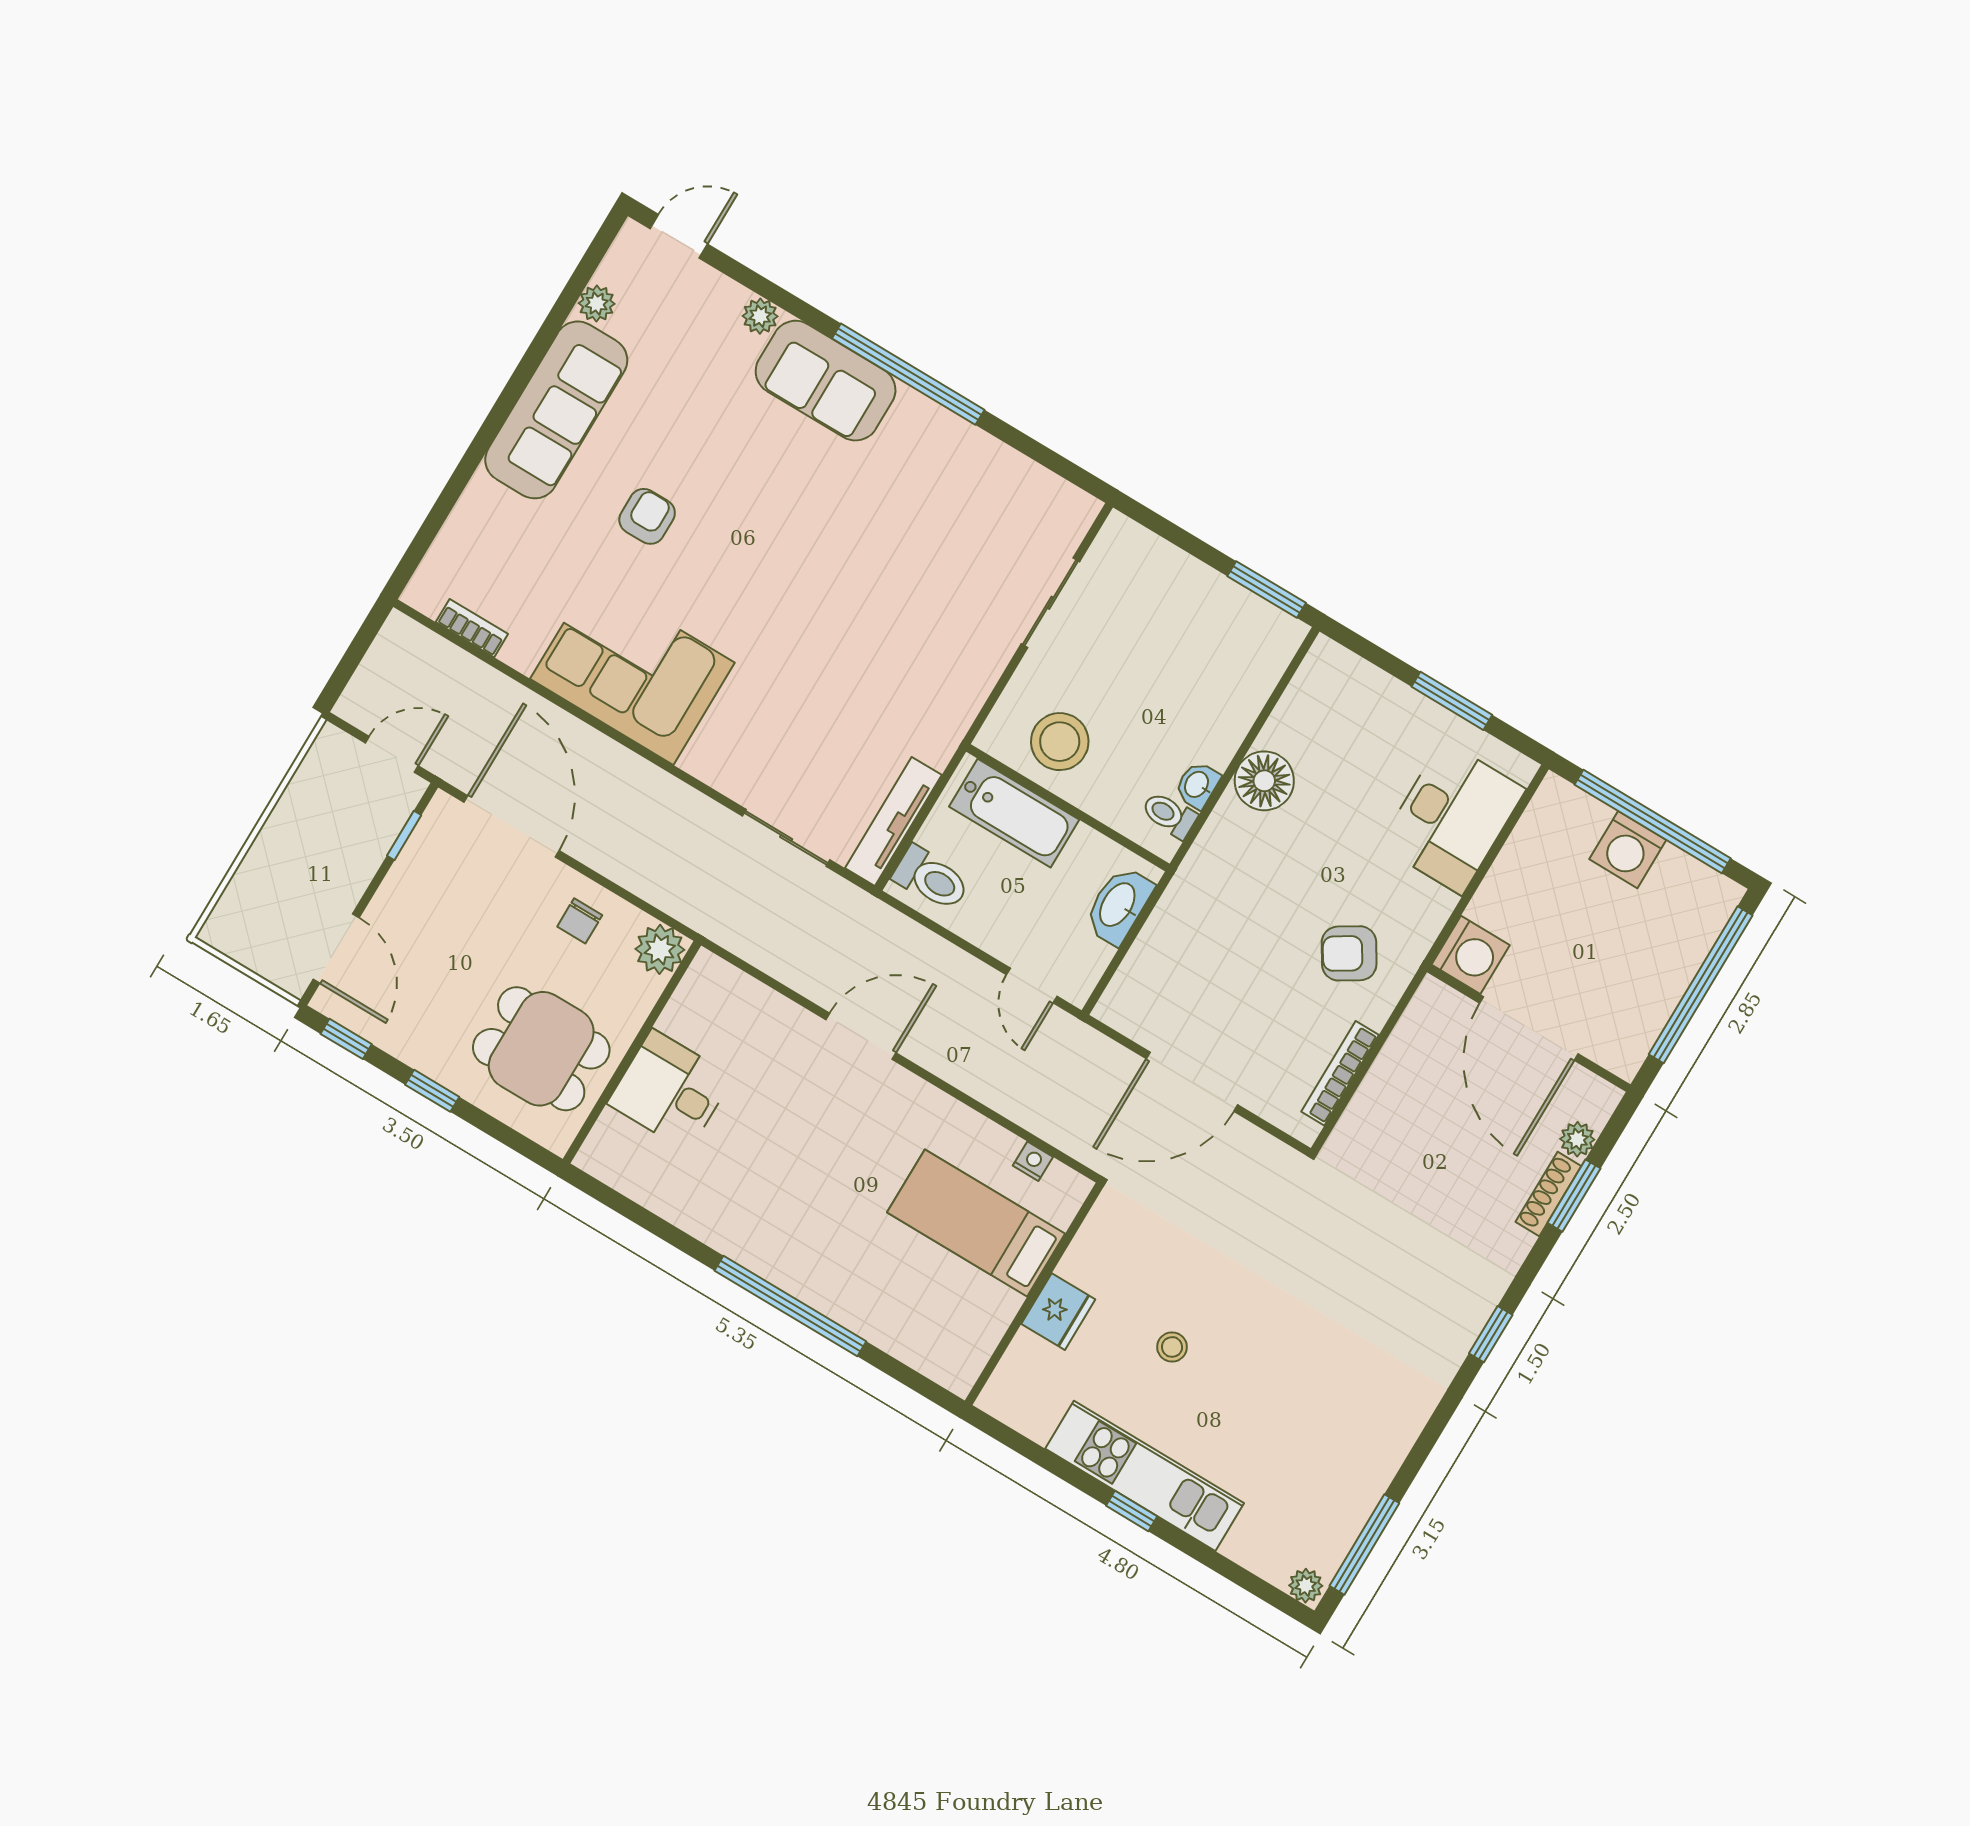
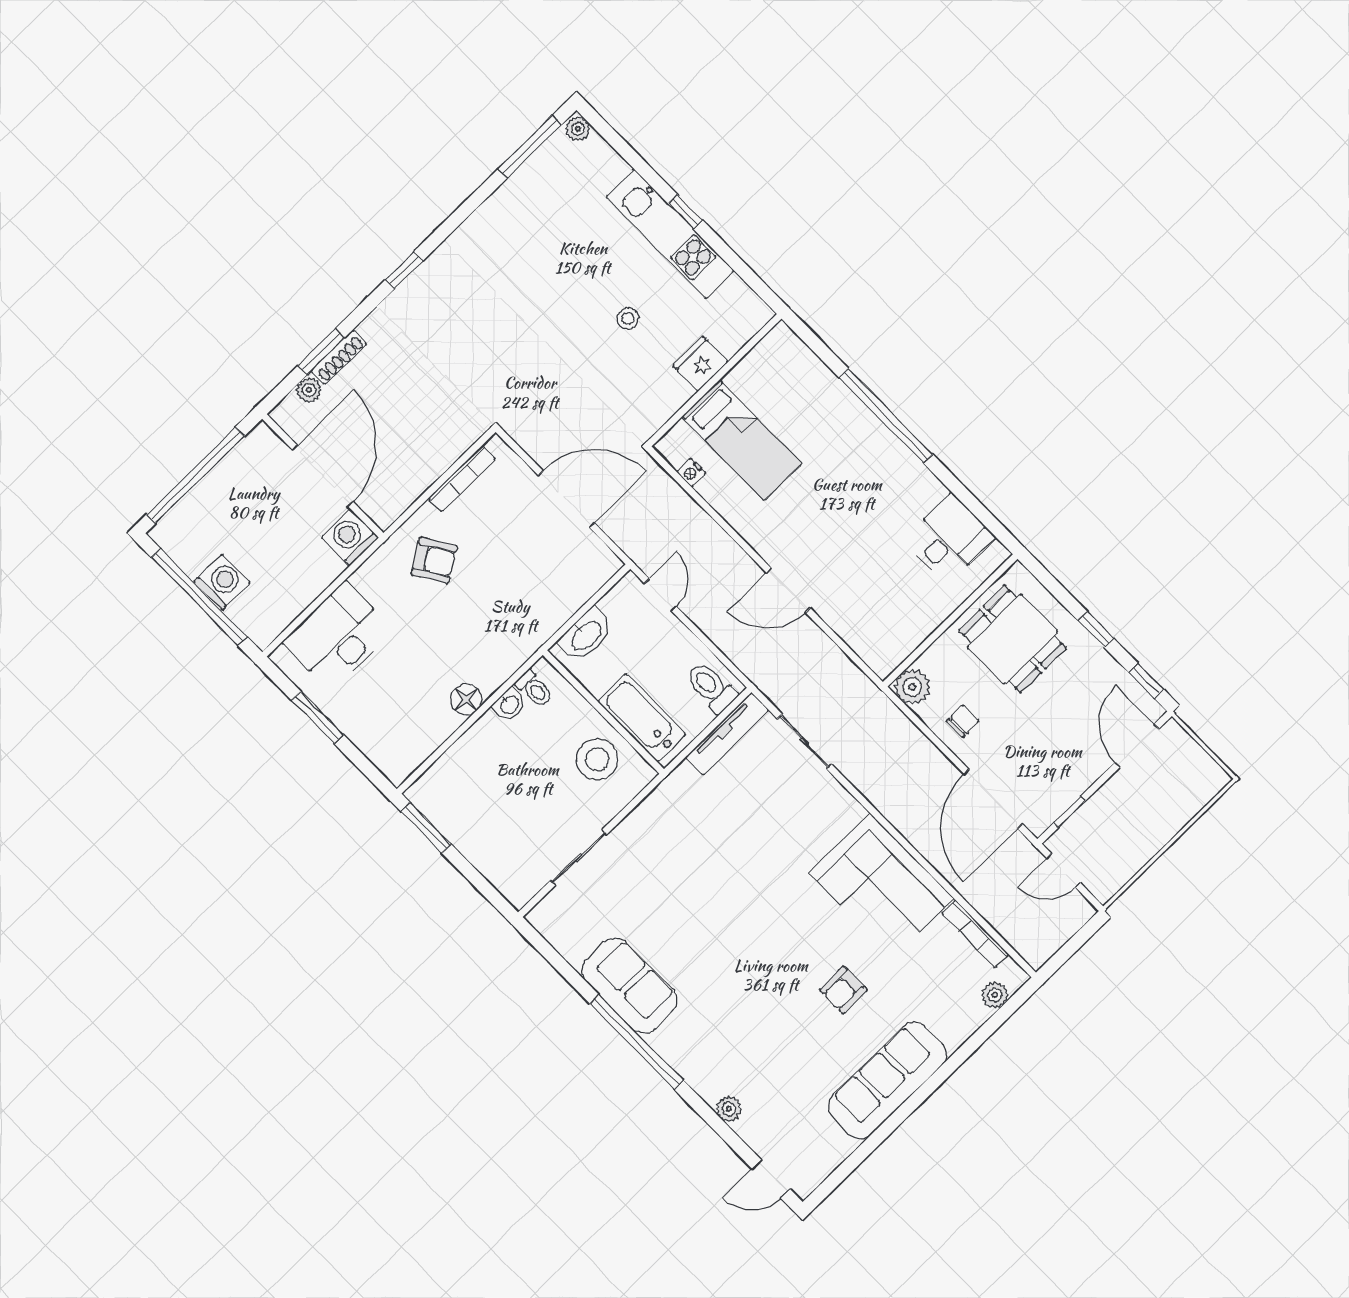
plant: (597, 304) -> (995, 995), moved
sofa: (826, 381) -> (629, 985), moved
bookcase: (472, 628) -> (976, 934), width x1.56
floor lamp: (1264, 781) -> (466, 699), width x0.73, depth x0.73
desk: (670, 1090) -> (949, 539), moved, turned -90

